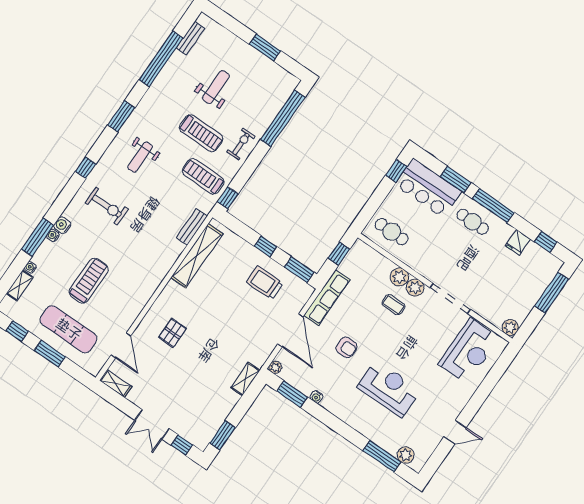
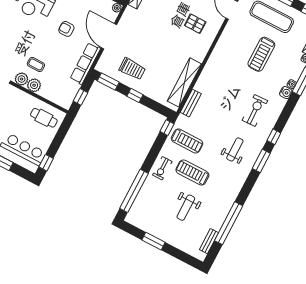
window: (121, 116) -> (261, 161), moved
exercise bike: (107, 206) -> (255, 111), turned 88
pallet: (173, 333) -> (195, 24), turned 90

